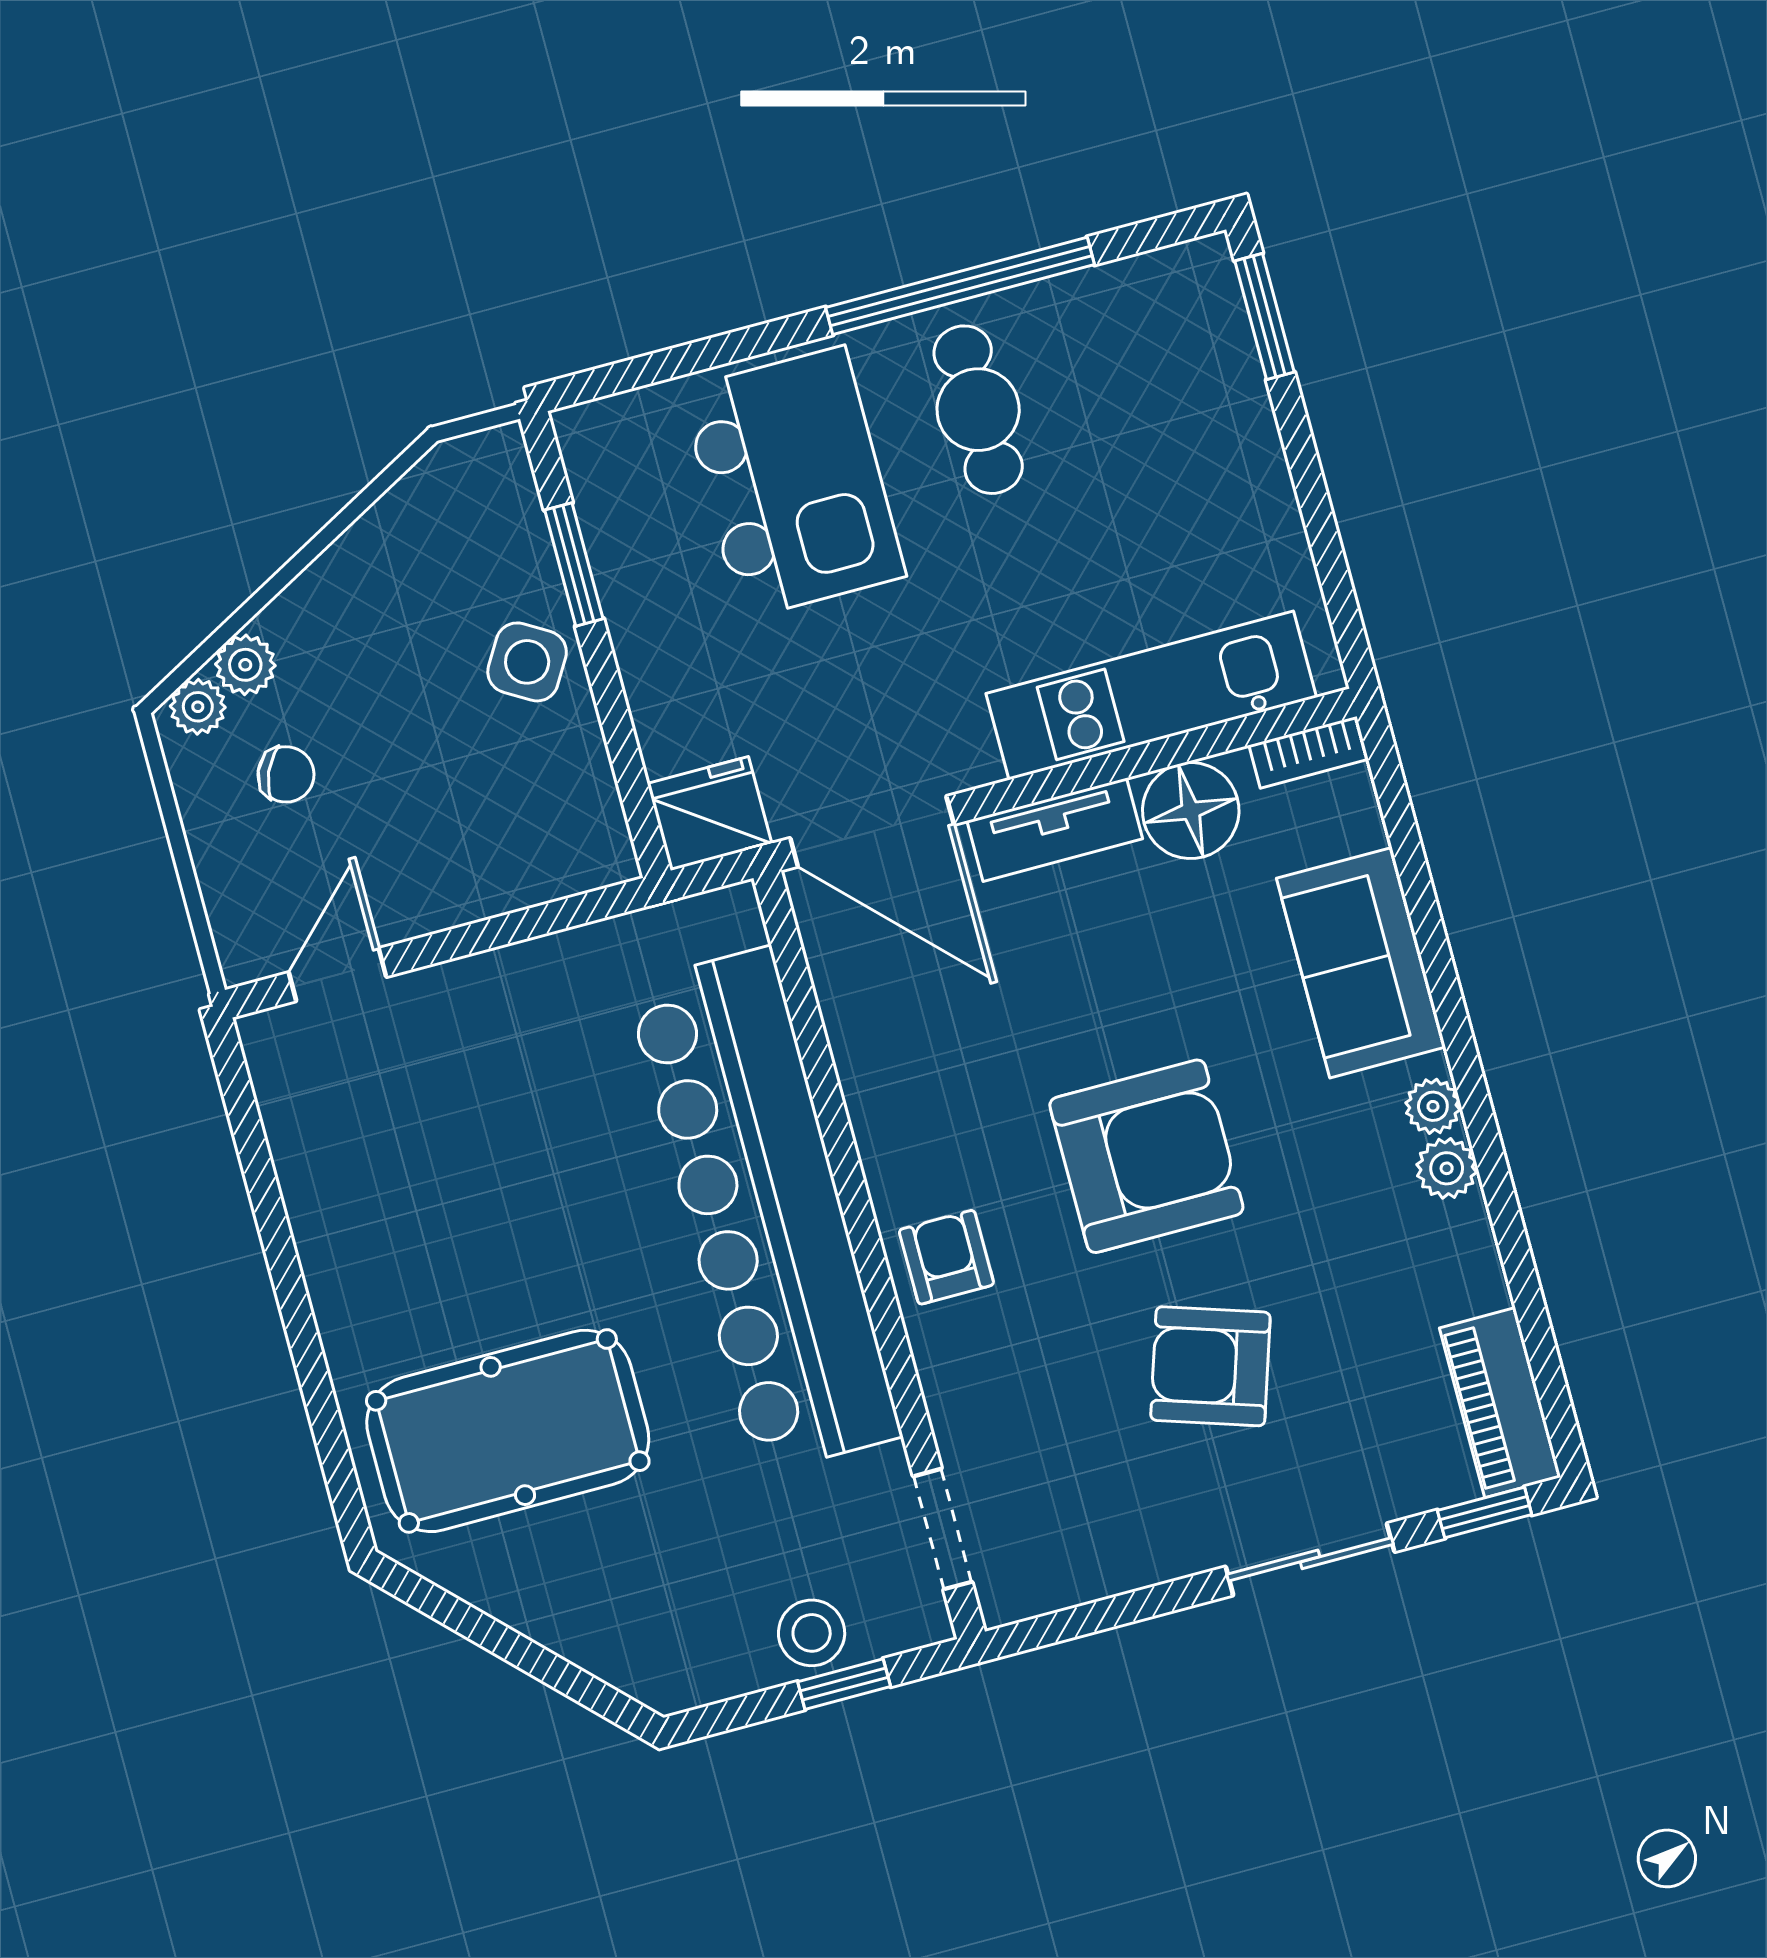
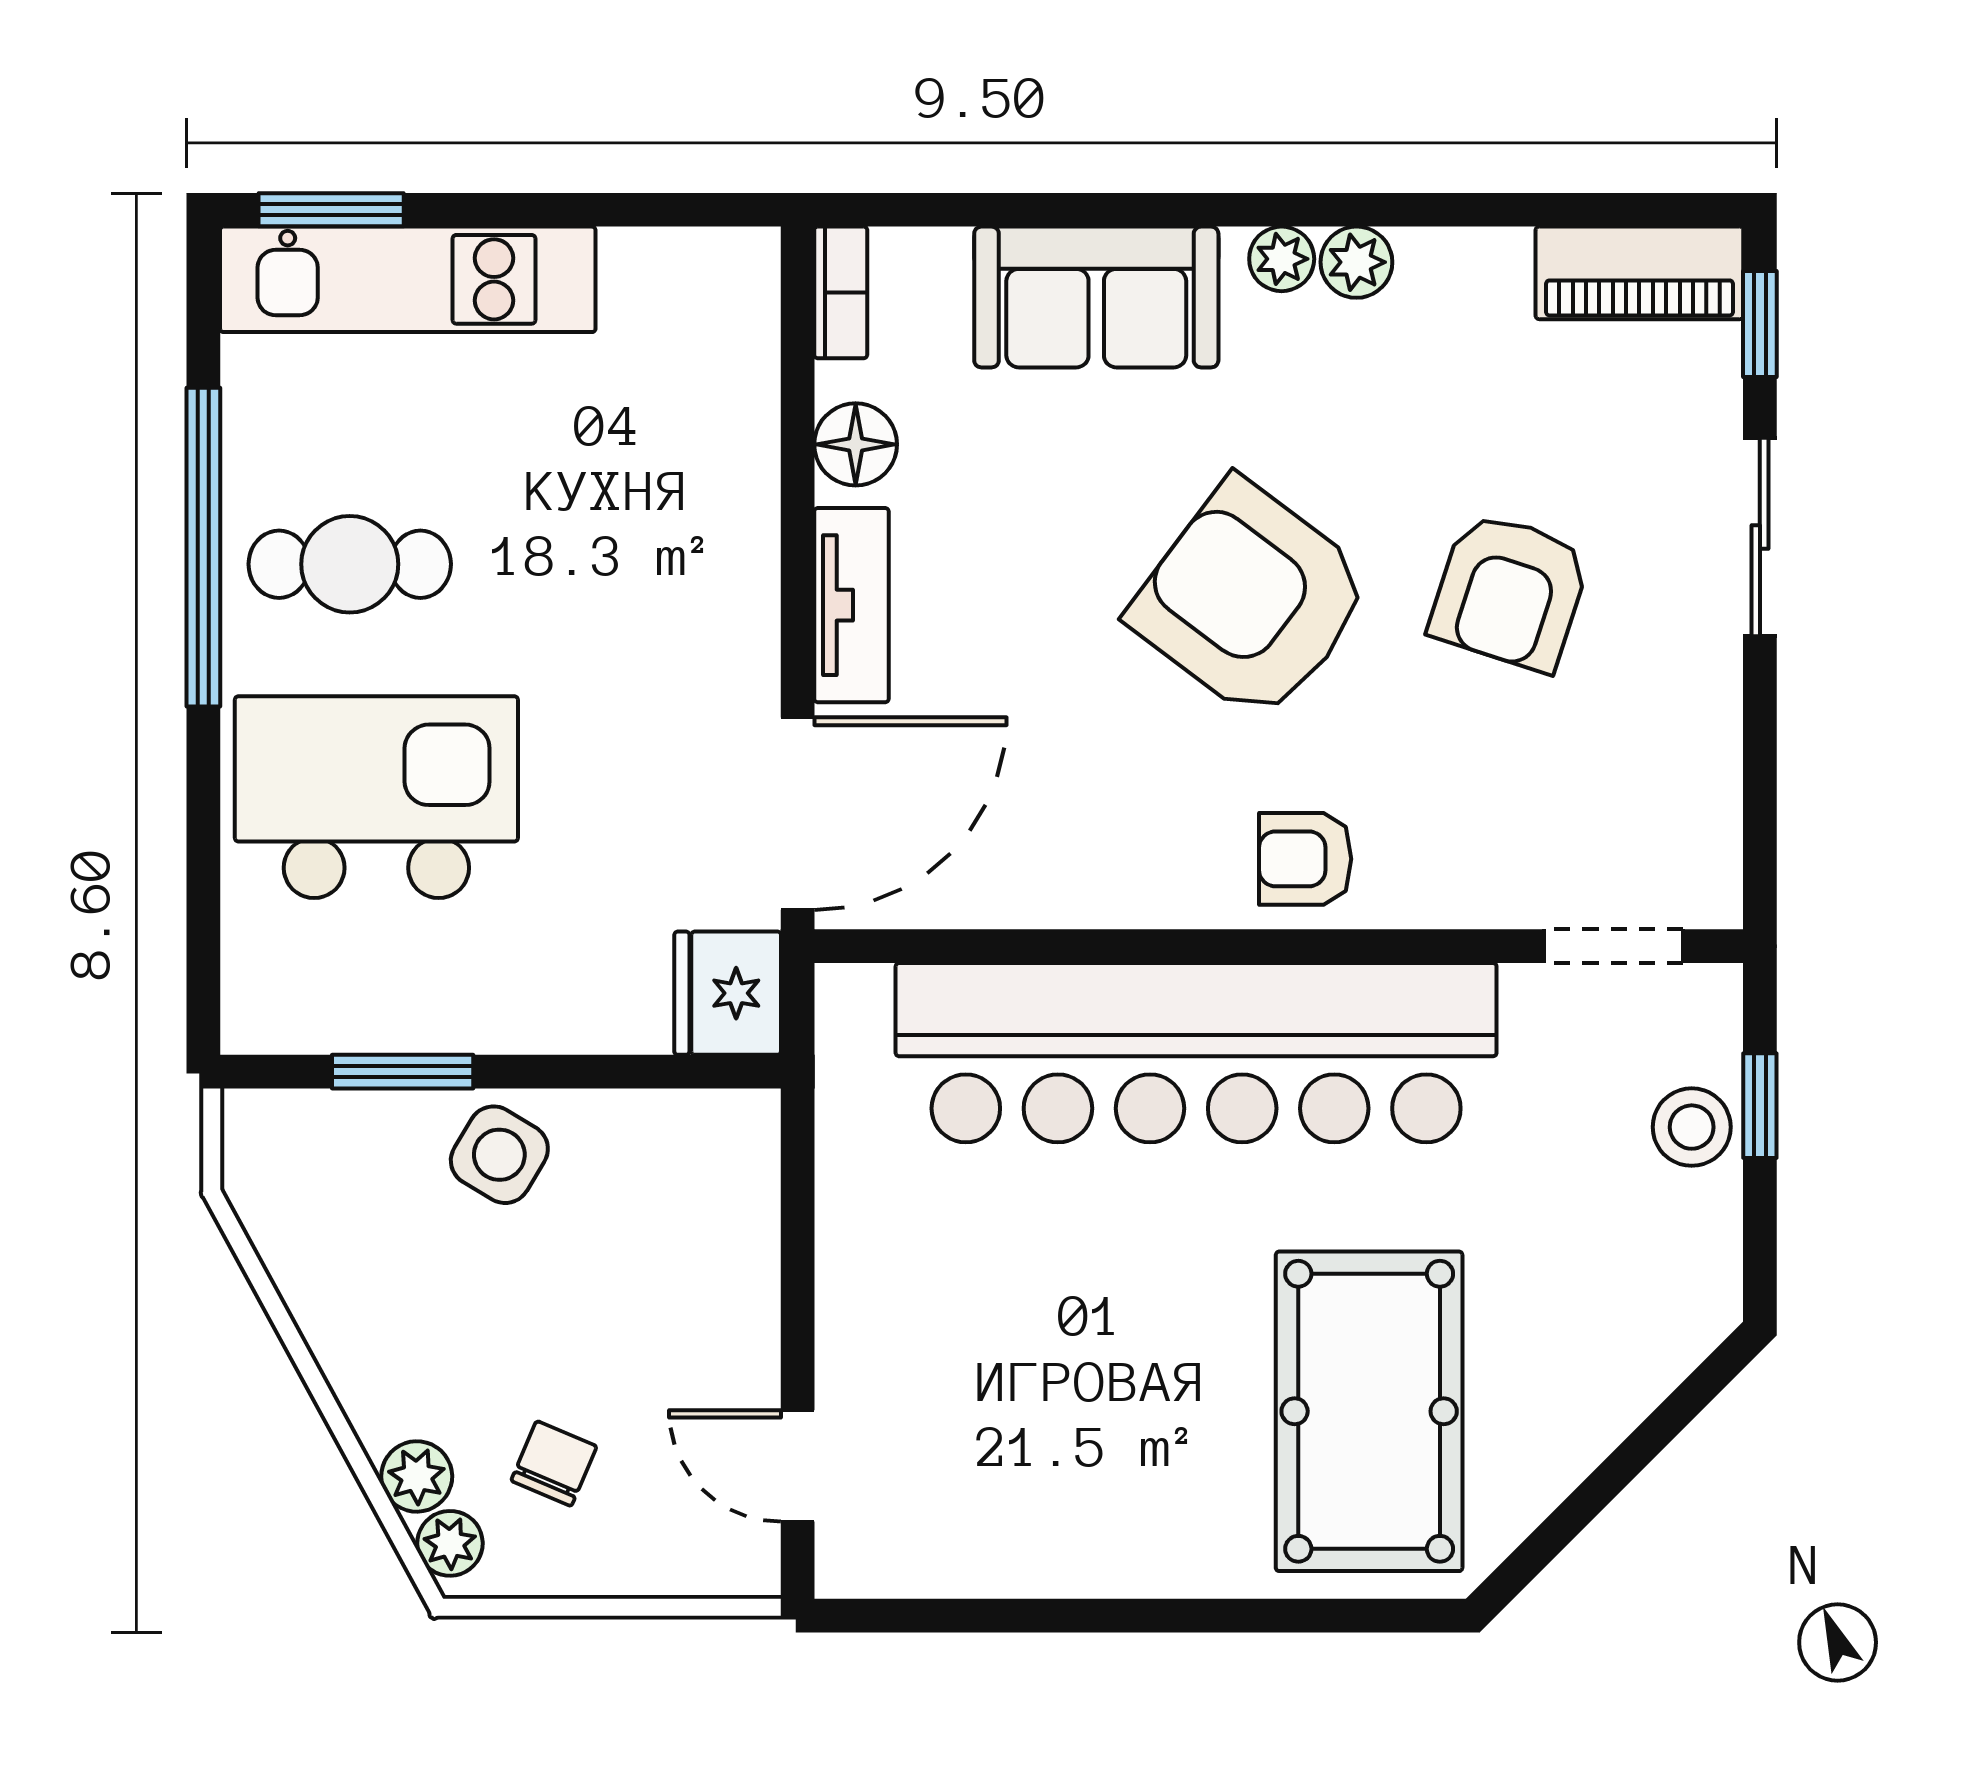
kitchen unit: (1151, 695) -> (408, 279), moved, turned -90
floor lamp: (1191, 811) -> (856, 444), width x0.73, depth x0.73
armchair: (1146, 1156) -> (1251, 600), turned -53

